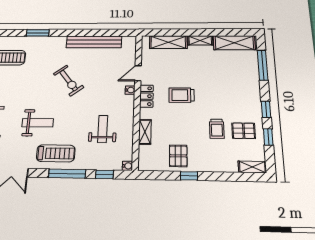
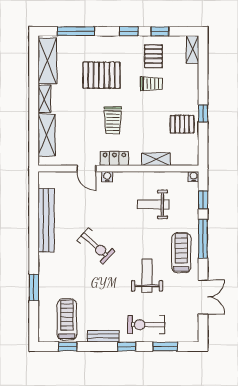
exercise bike: (69, 81) -> (96, 246), turned 80
pallet: (223, 86) -> (101, 75), added

